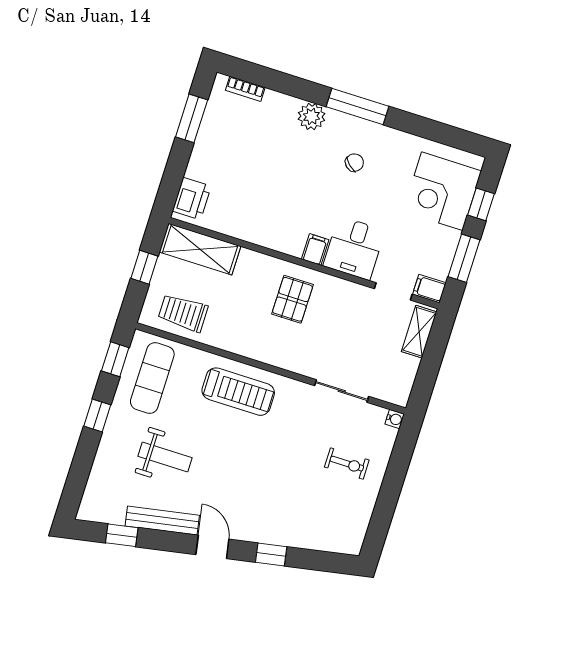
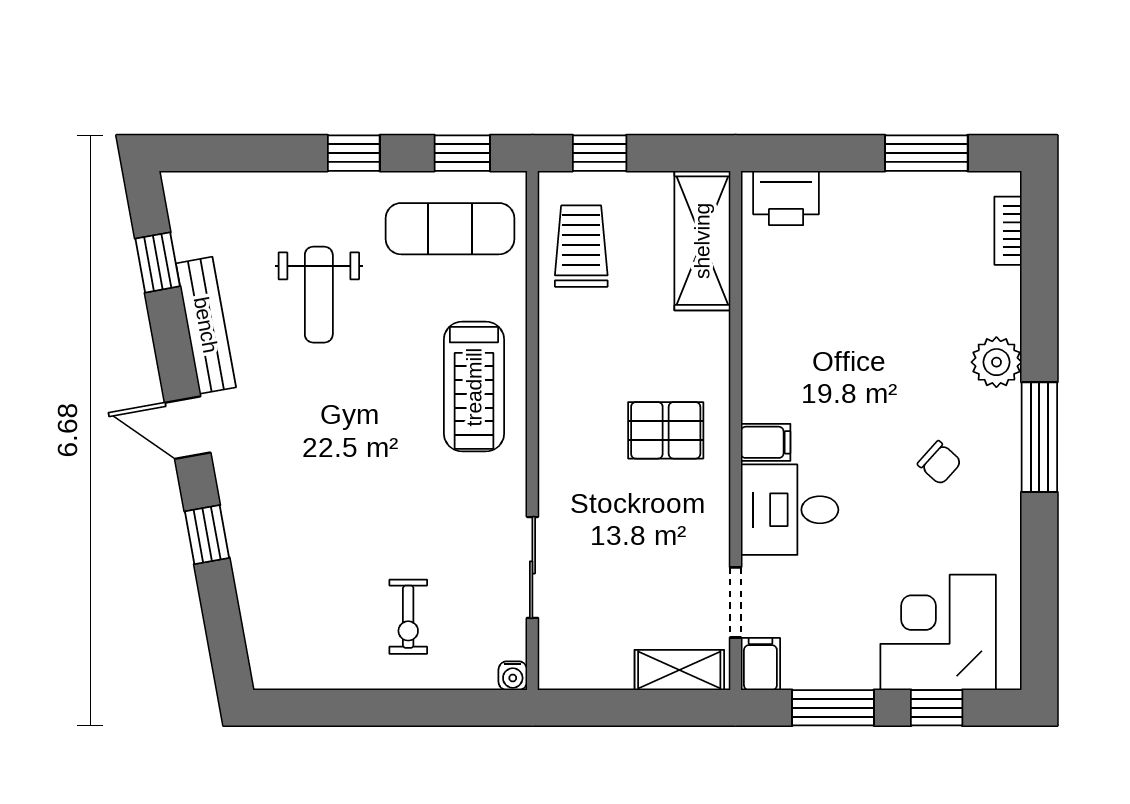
window: (144, 267) -> (600, 153), moved
door: (212, 547) -> (188, 428), swing flipped

